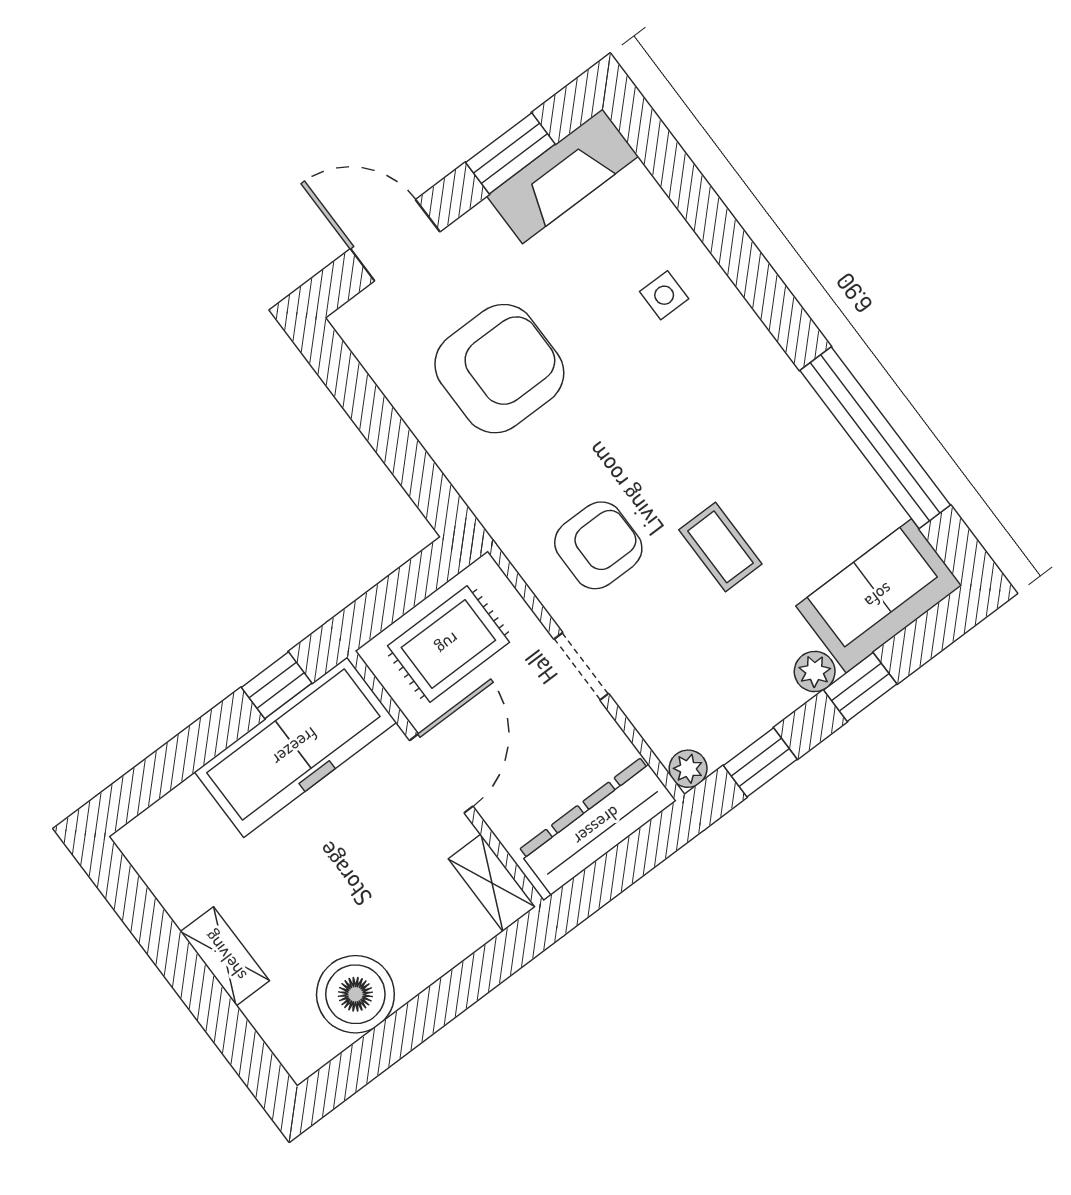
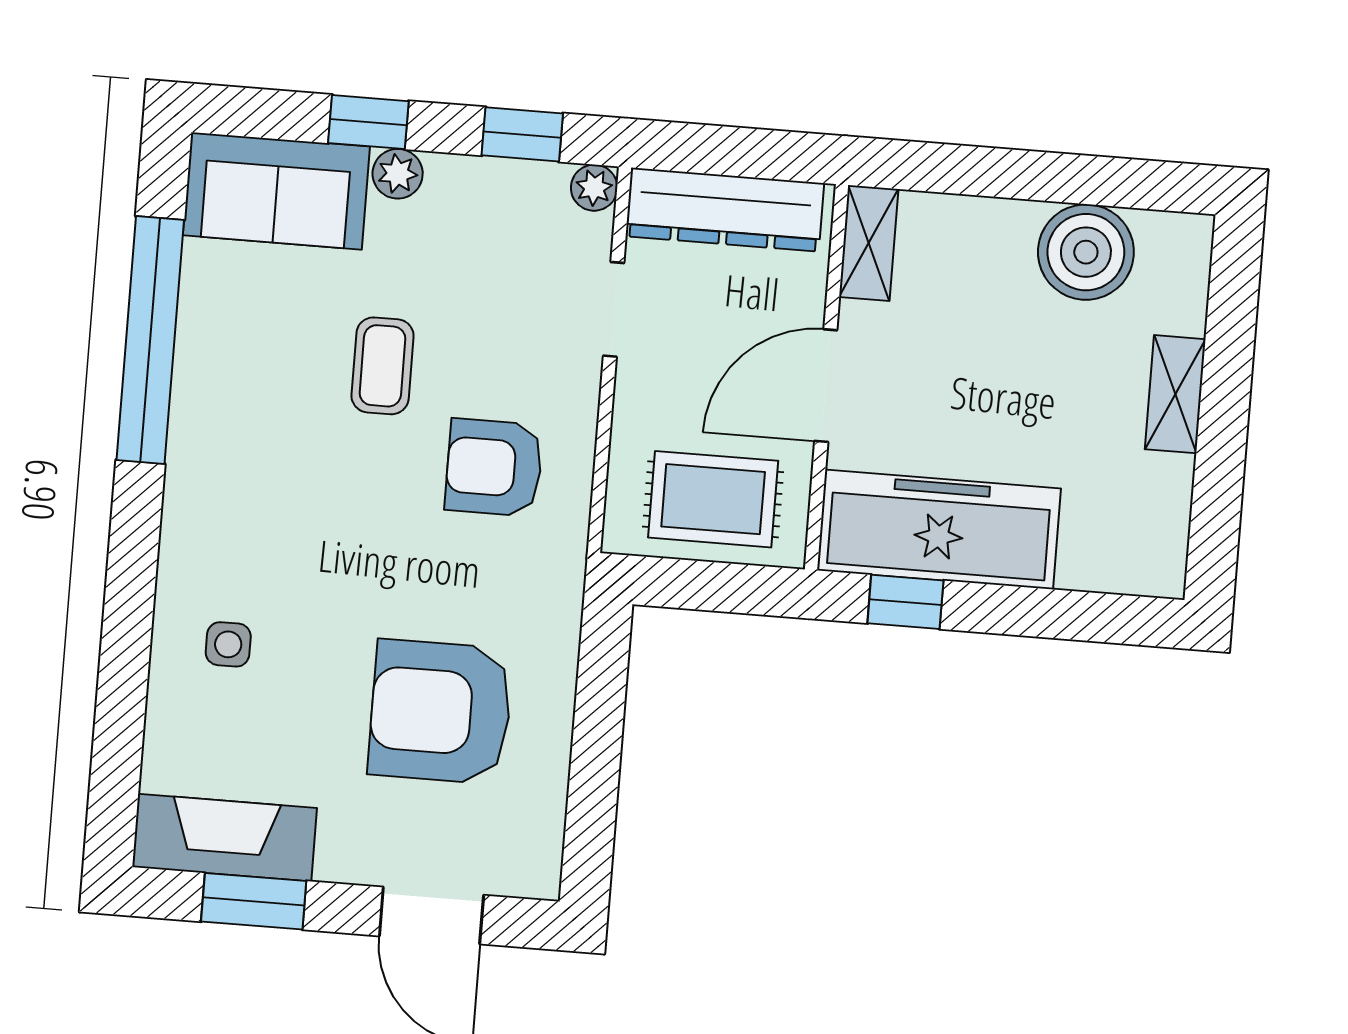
doorway: (581, 666) -> (614, 309), moved

